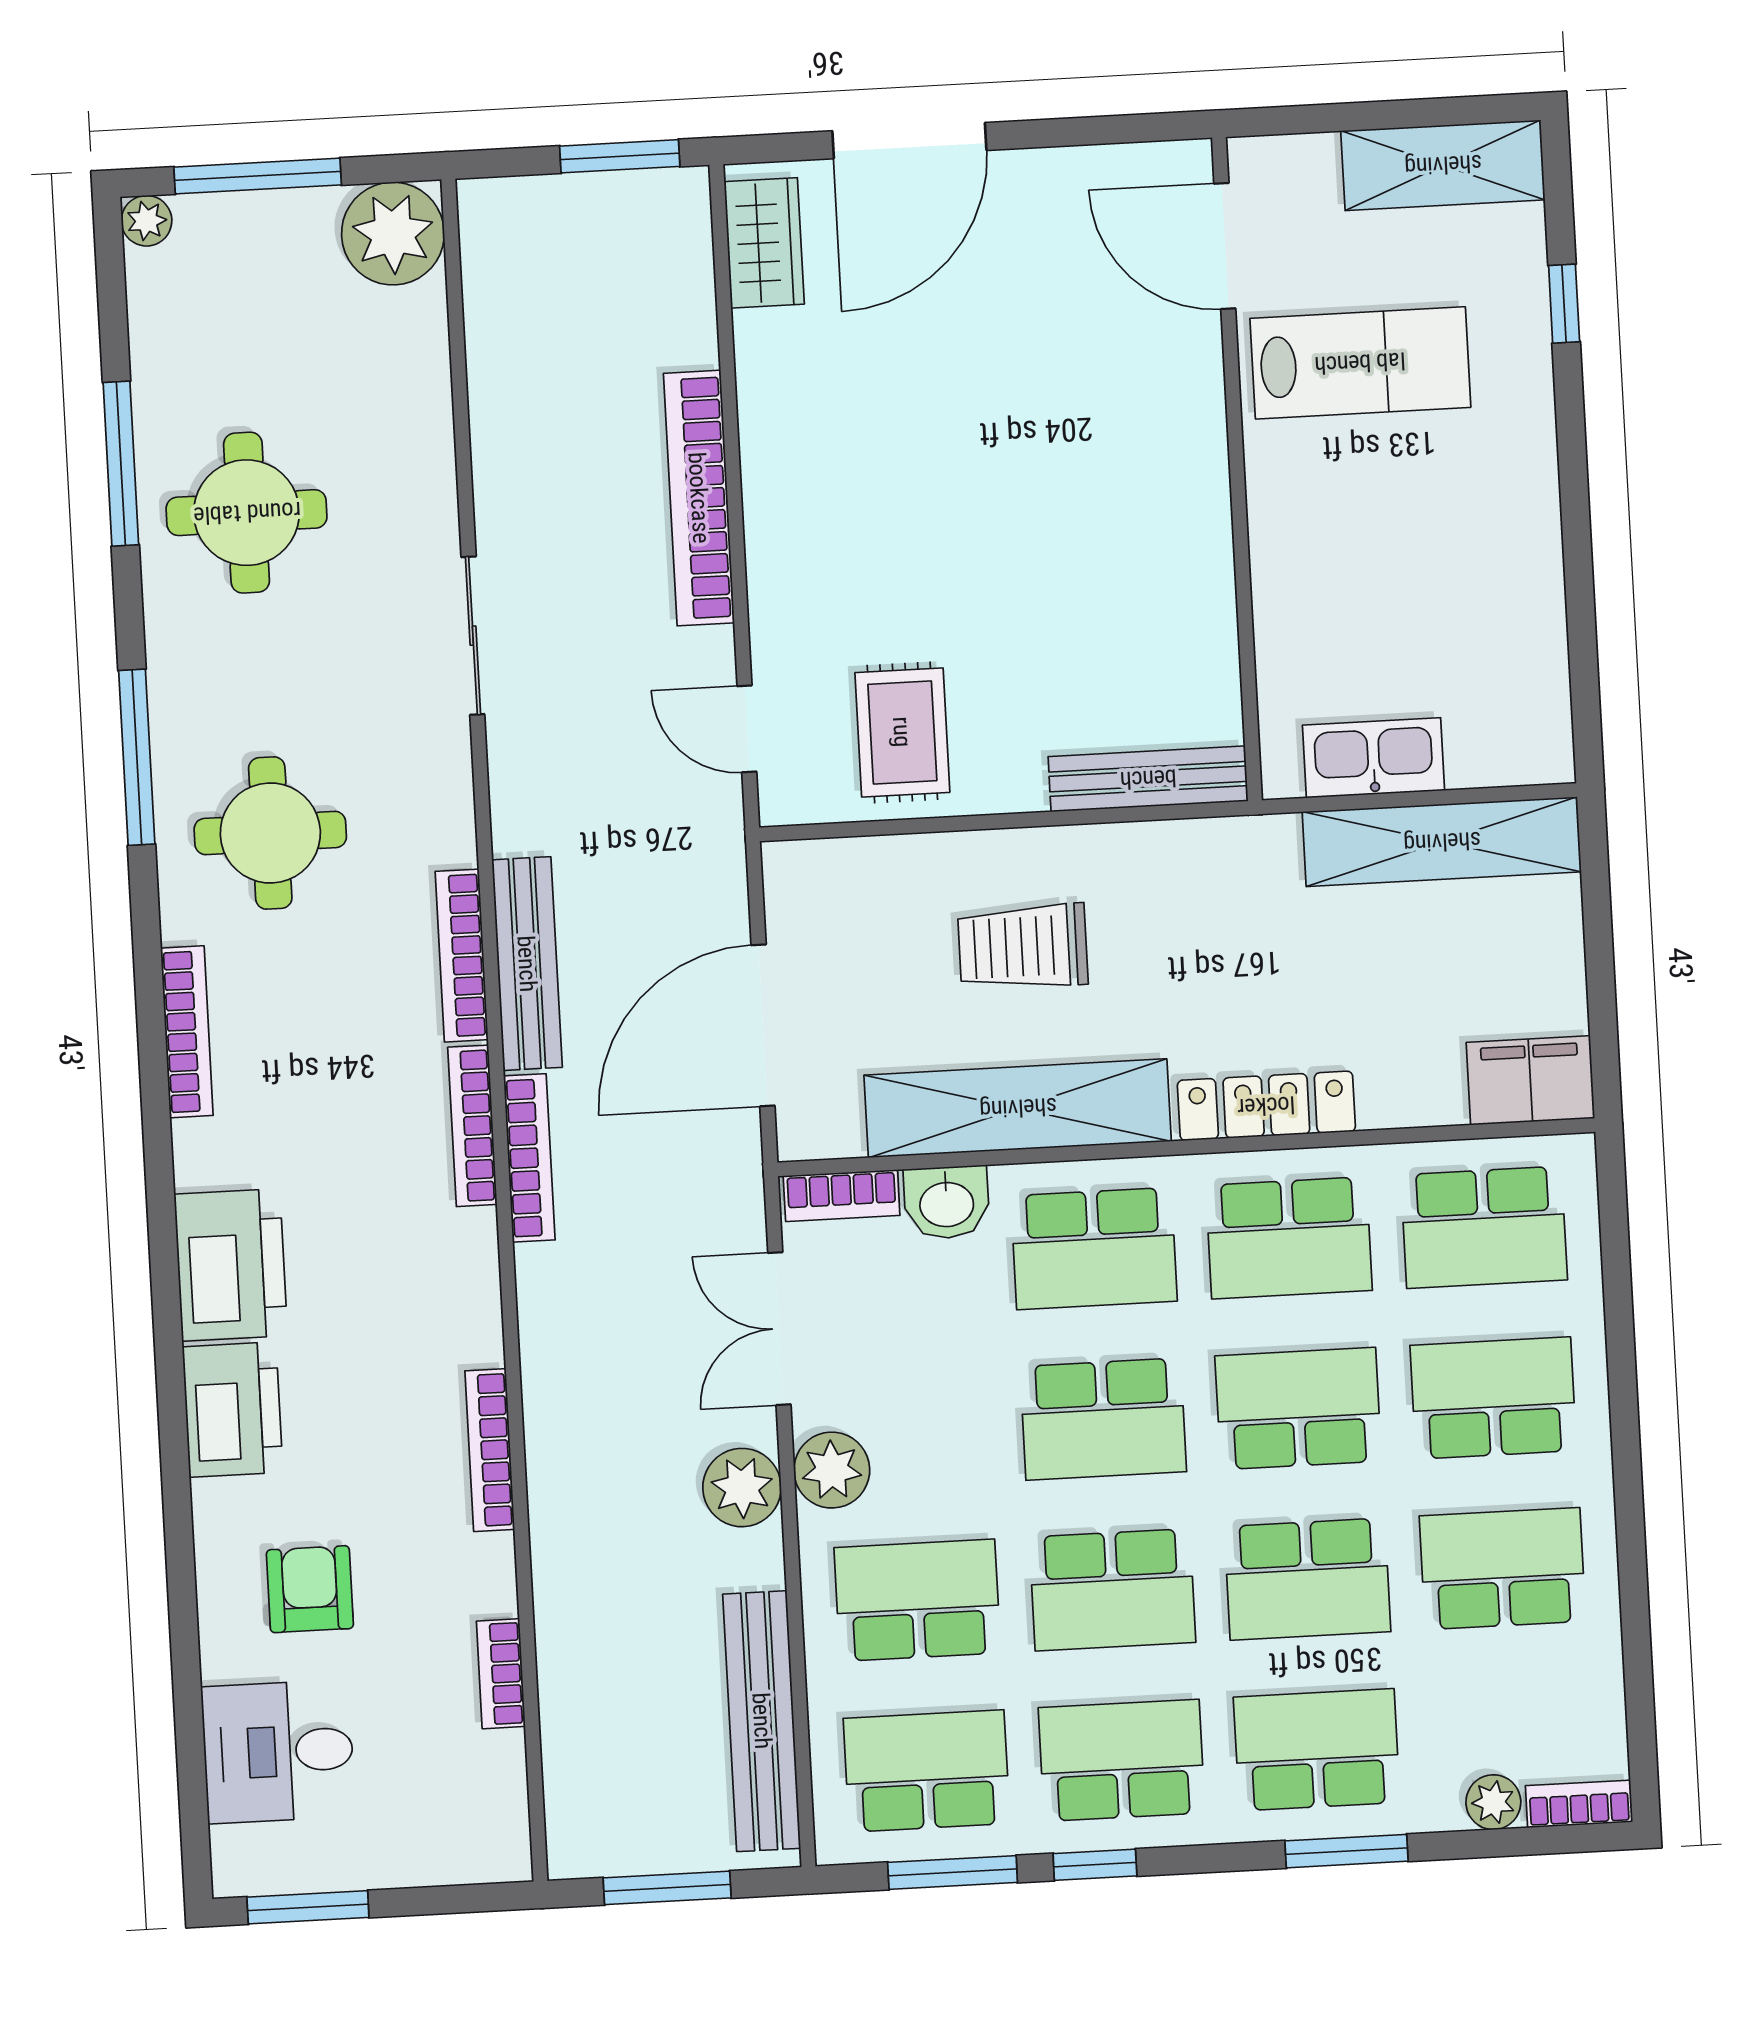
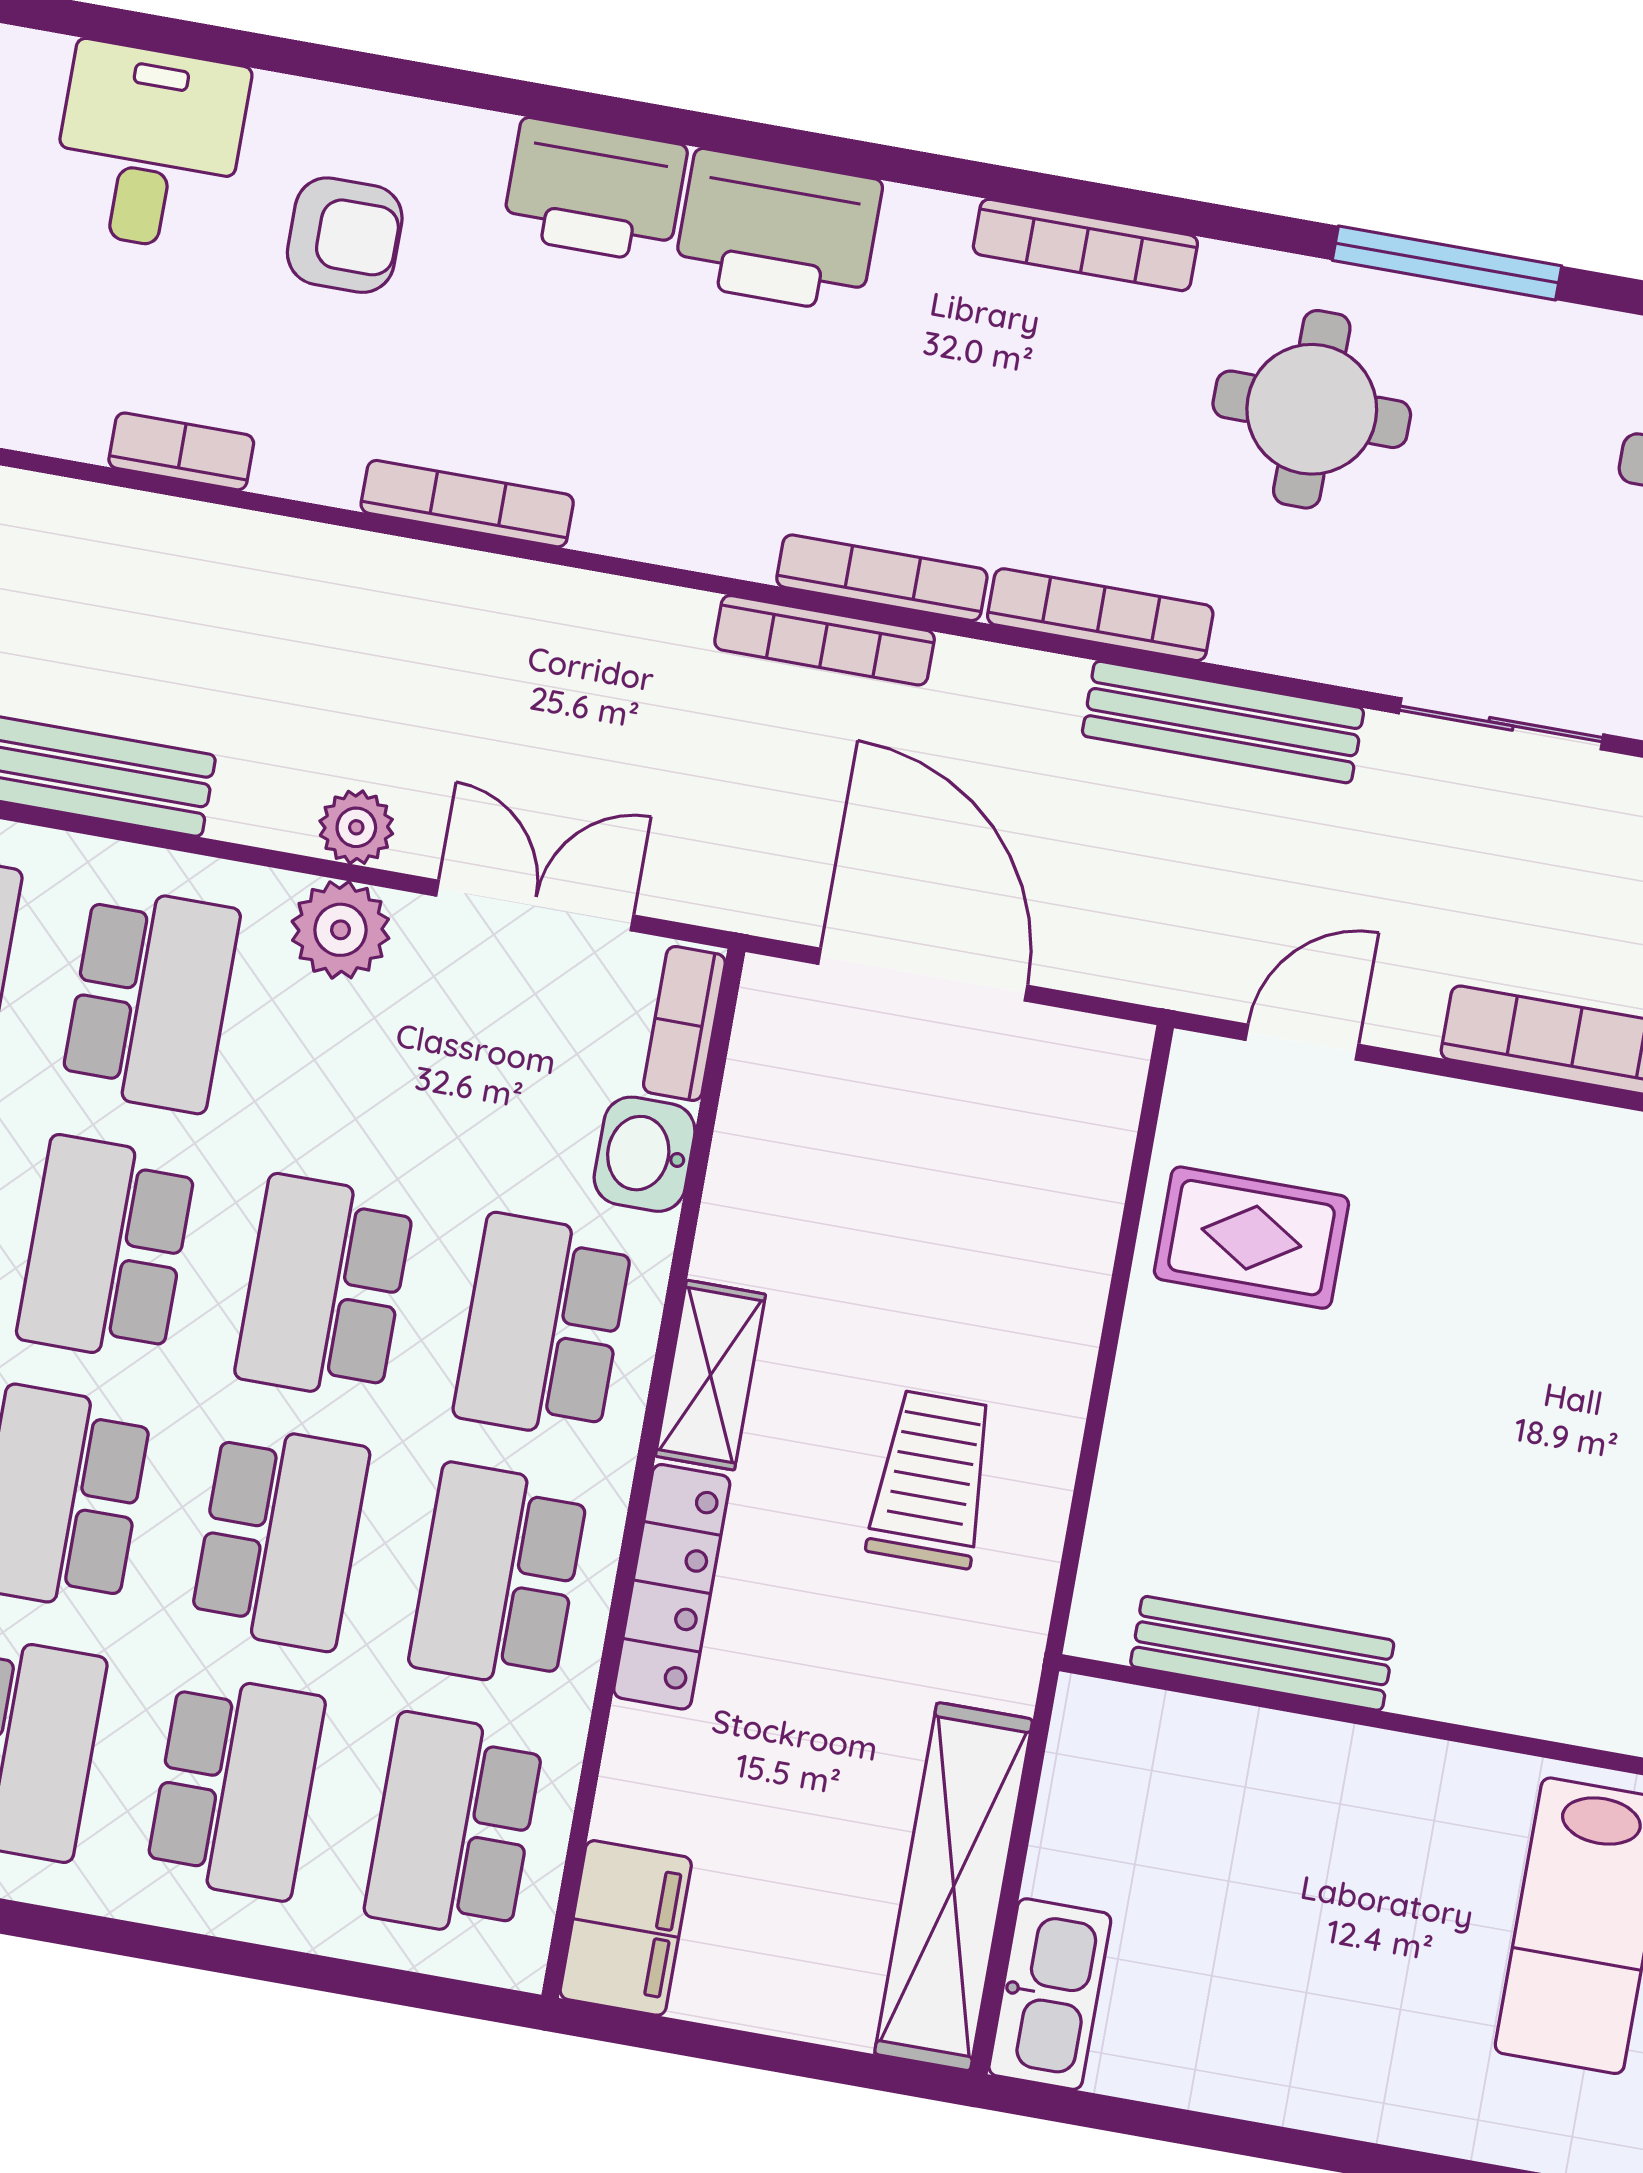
kitchen sink: (1373, 758) -> (1050, 1994), moved
bench: (1148, 779) -> (1262, 1653), moved, turned 90
trolley: (1023, 947) -> (932, 1479), moved
bench: (527, 964) -> (1223, 722), moved
shelving: (1018, 1108) -> (711, 1375), width x0.45, depth x0.75
plant: (742, 1488) -> (356, 827), width x0.73, depth x0.73

